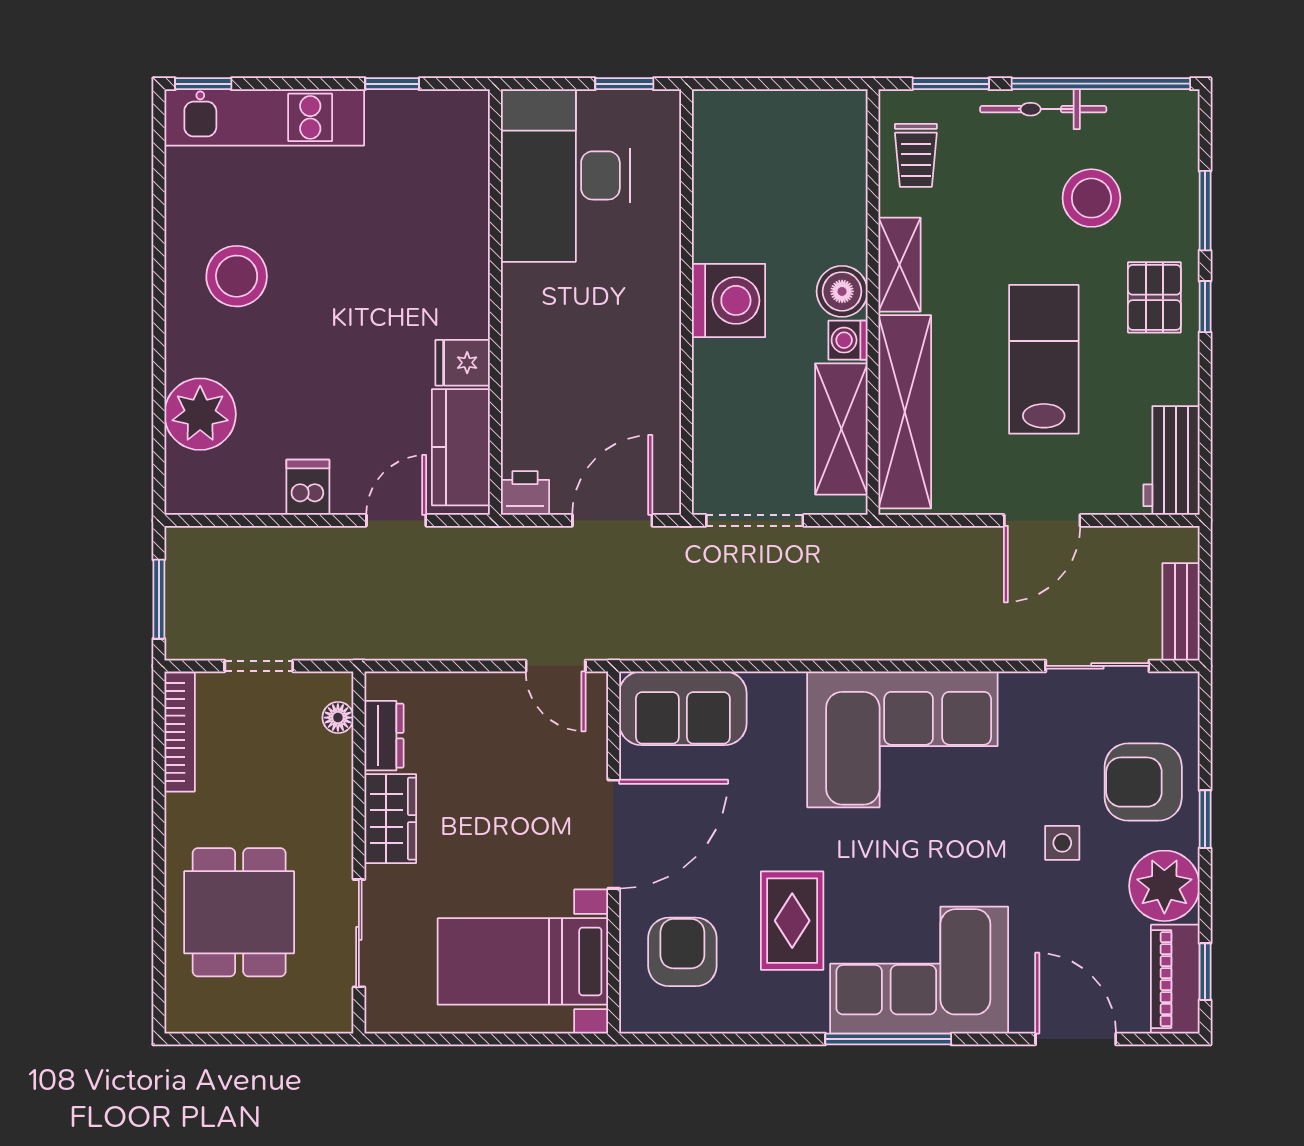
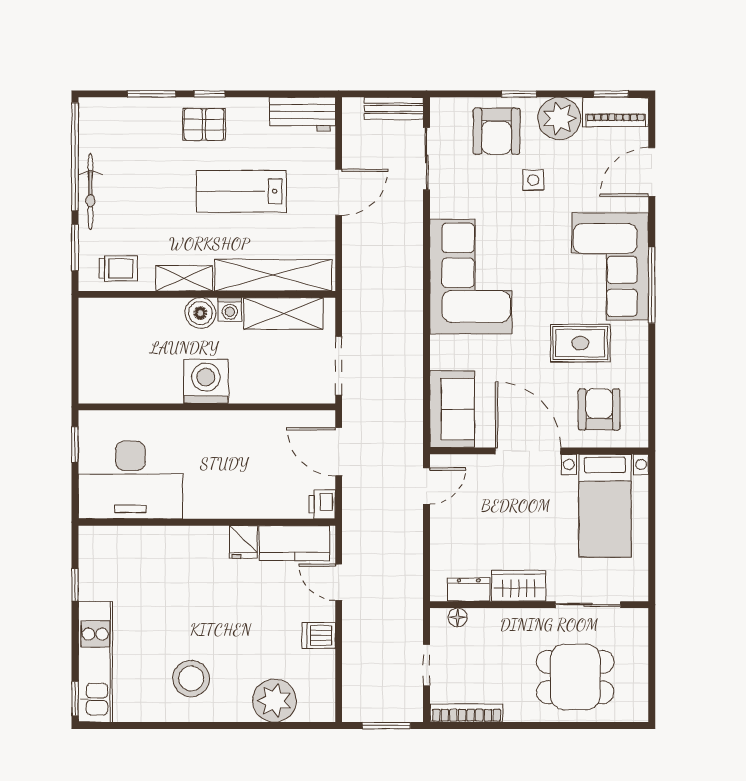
stool: (1091, 198) -> (144, 162), removed
door: (1042, 520) -> (339, 192), hinge flipped
armchair: (682, 952) -> (599, 409), turned 90

